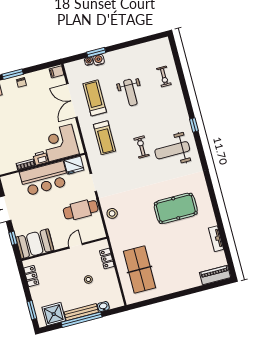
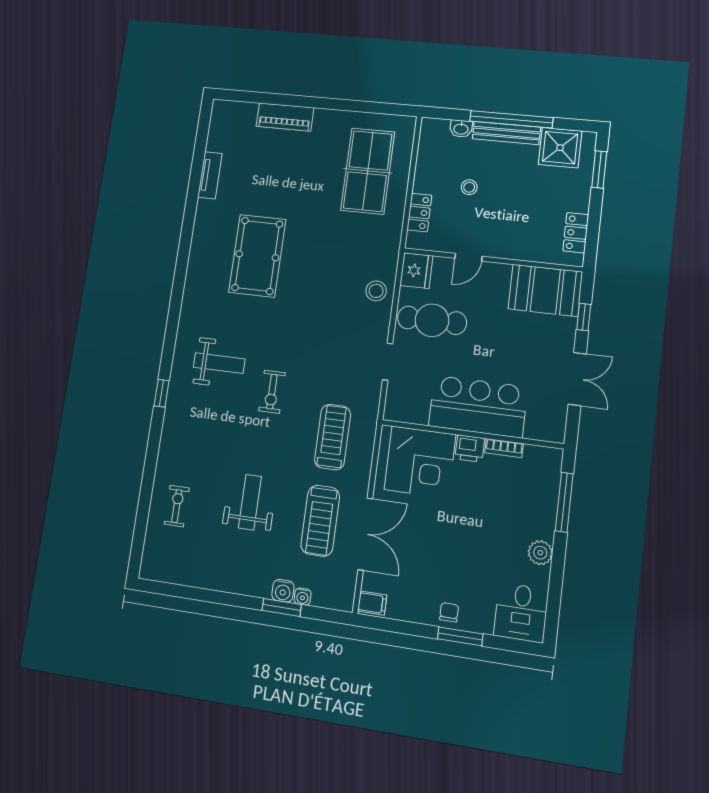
weight bench: (172, 150) -> (219, 363), width x0.73, depth x0.75
fridge: (74, 165) -> (416, 271), moved, turned 90
pool table: (176, 208) -> (257, 256), turned 90
piano: (215, 275) -> (285, 117), moved

